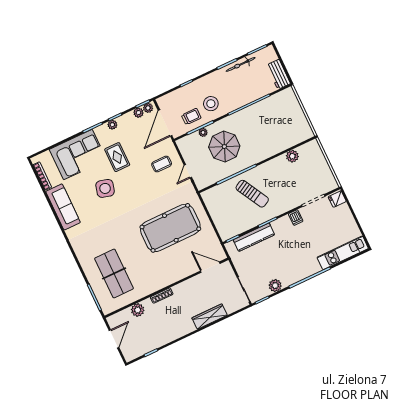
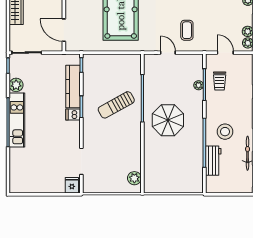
workbench: (278, 74) -> (213, 161), moved, turned 90
stool: (211, 104) -> (225, 132), moved
door: (165, 123) -> (225, 53), width x0.53
parasol: (224, 147) -> (168, 120), moved
plant: (292, 156) -> (134, 178), moved
dishwasher: (296, 218) -> (73, 114), moved
kitchen unit: (343, 253) -> (17, 120), moved
door: (210, 267) -> (64, 30), swing flipped

